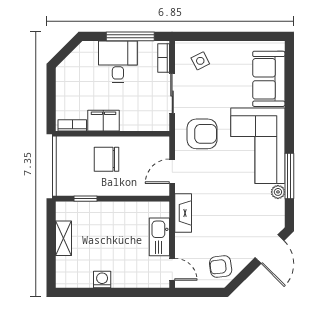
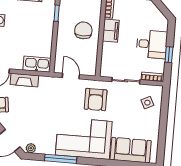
window: (130, 36) -> (169, 55), width x0.46
plant: (278, 192) -> (31, 148), moved
fireplace: (183, 213) -> (24, 80), moved
kitchen sink: (159, 237) -> (37, 64), moved

